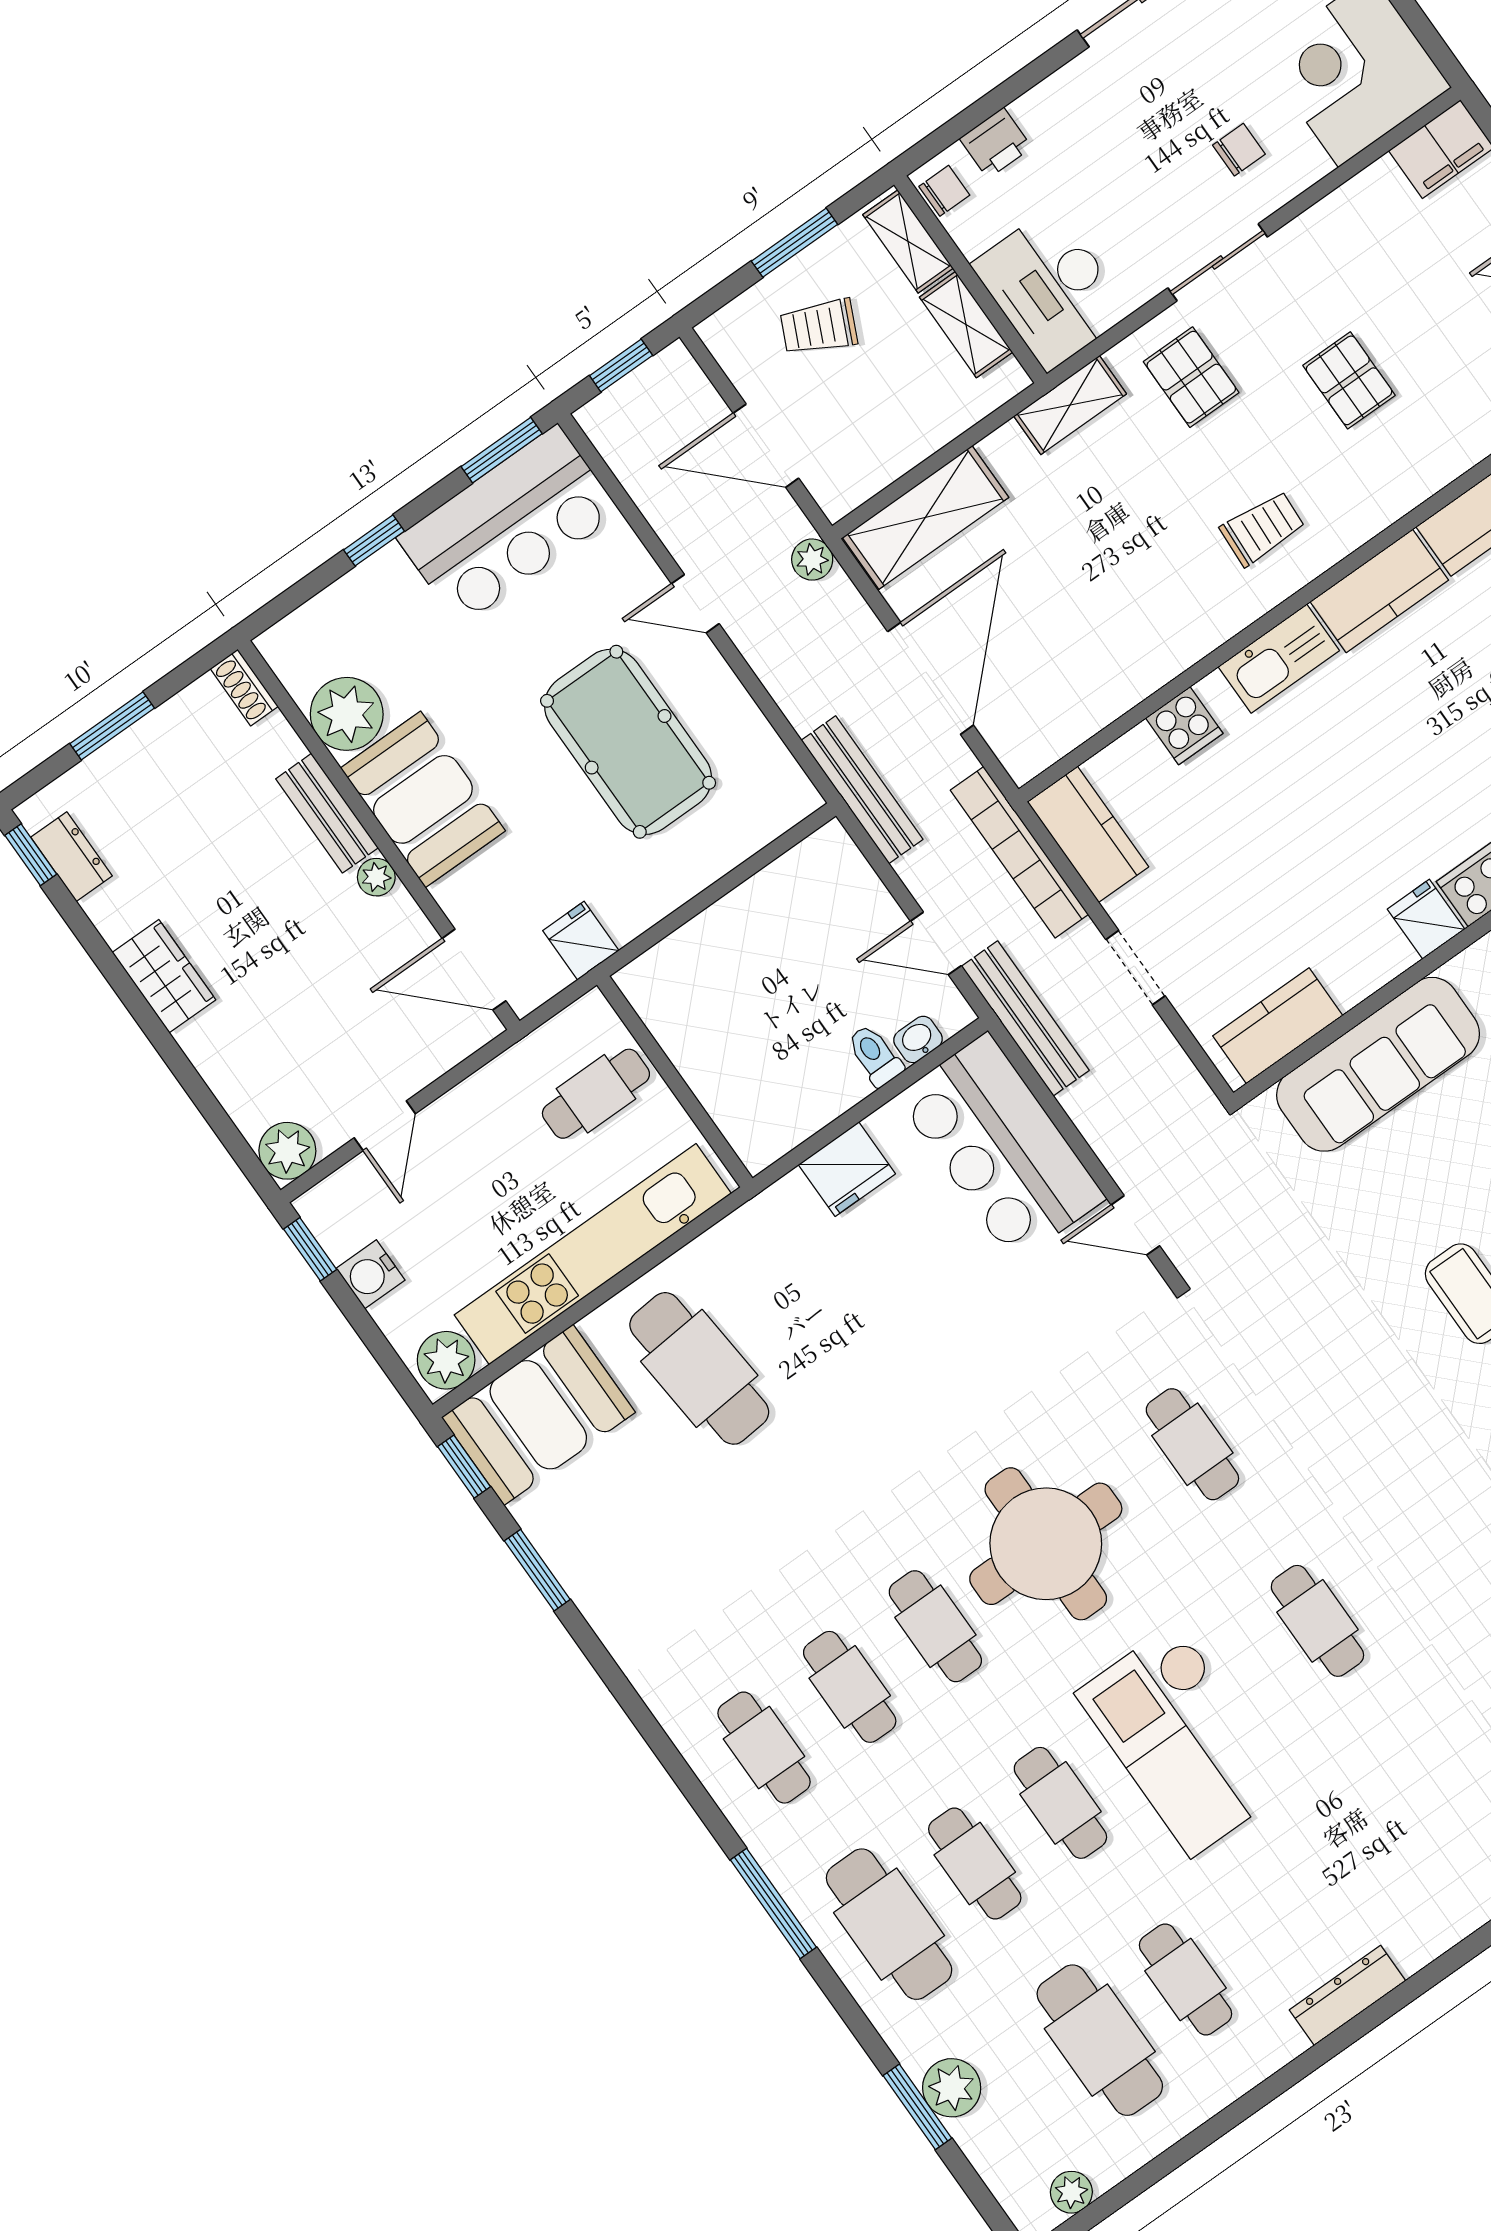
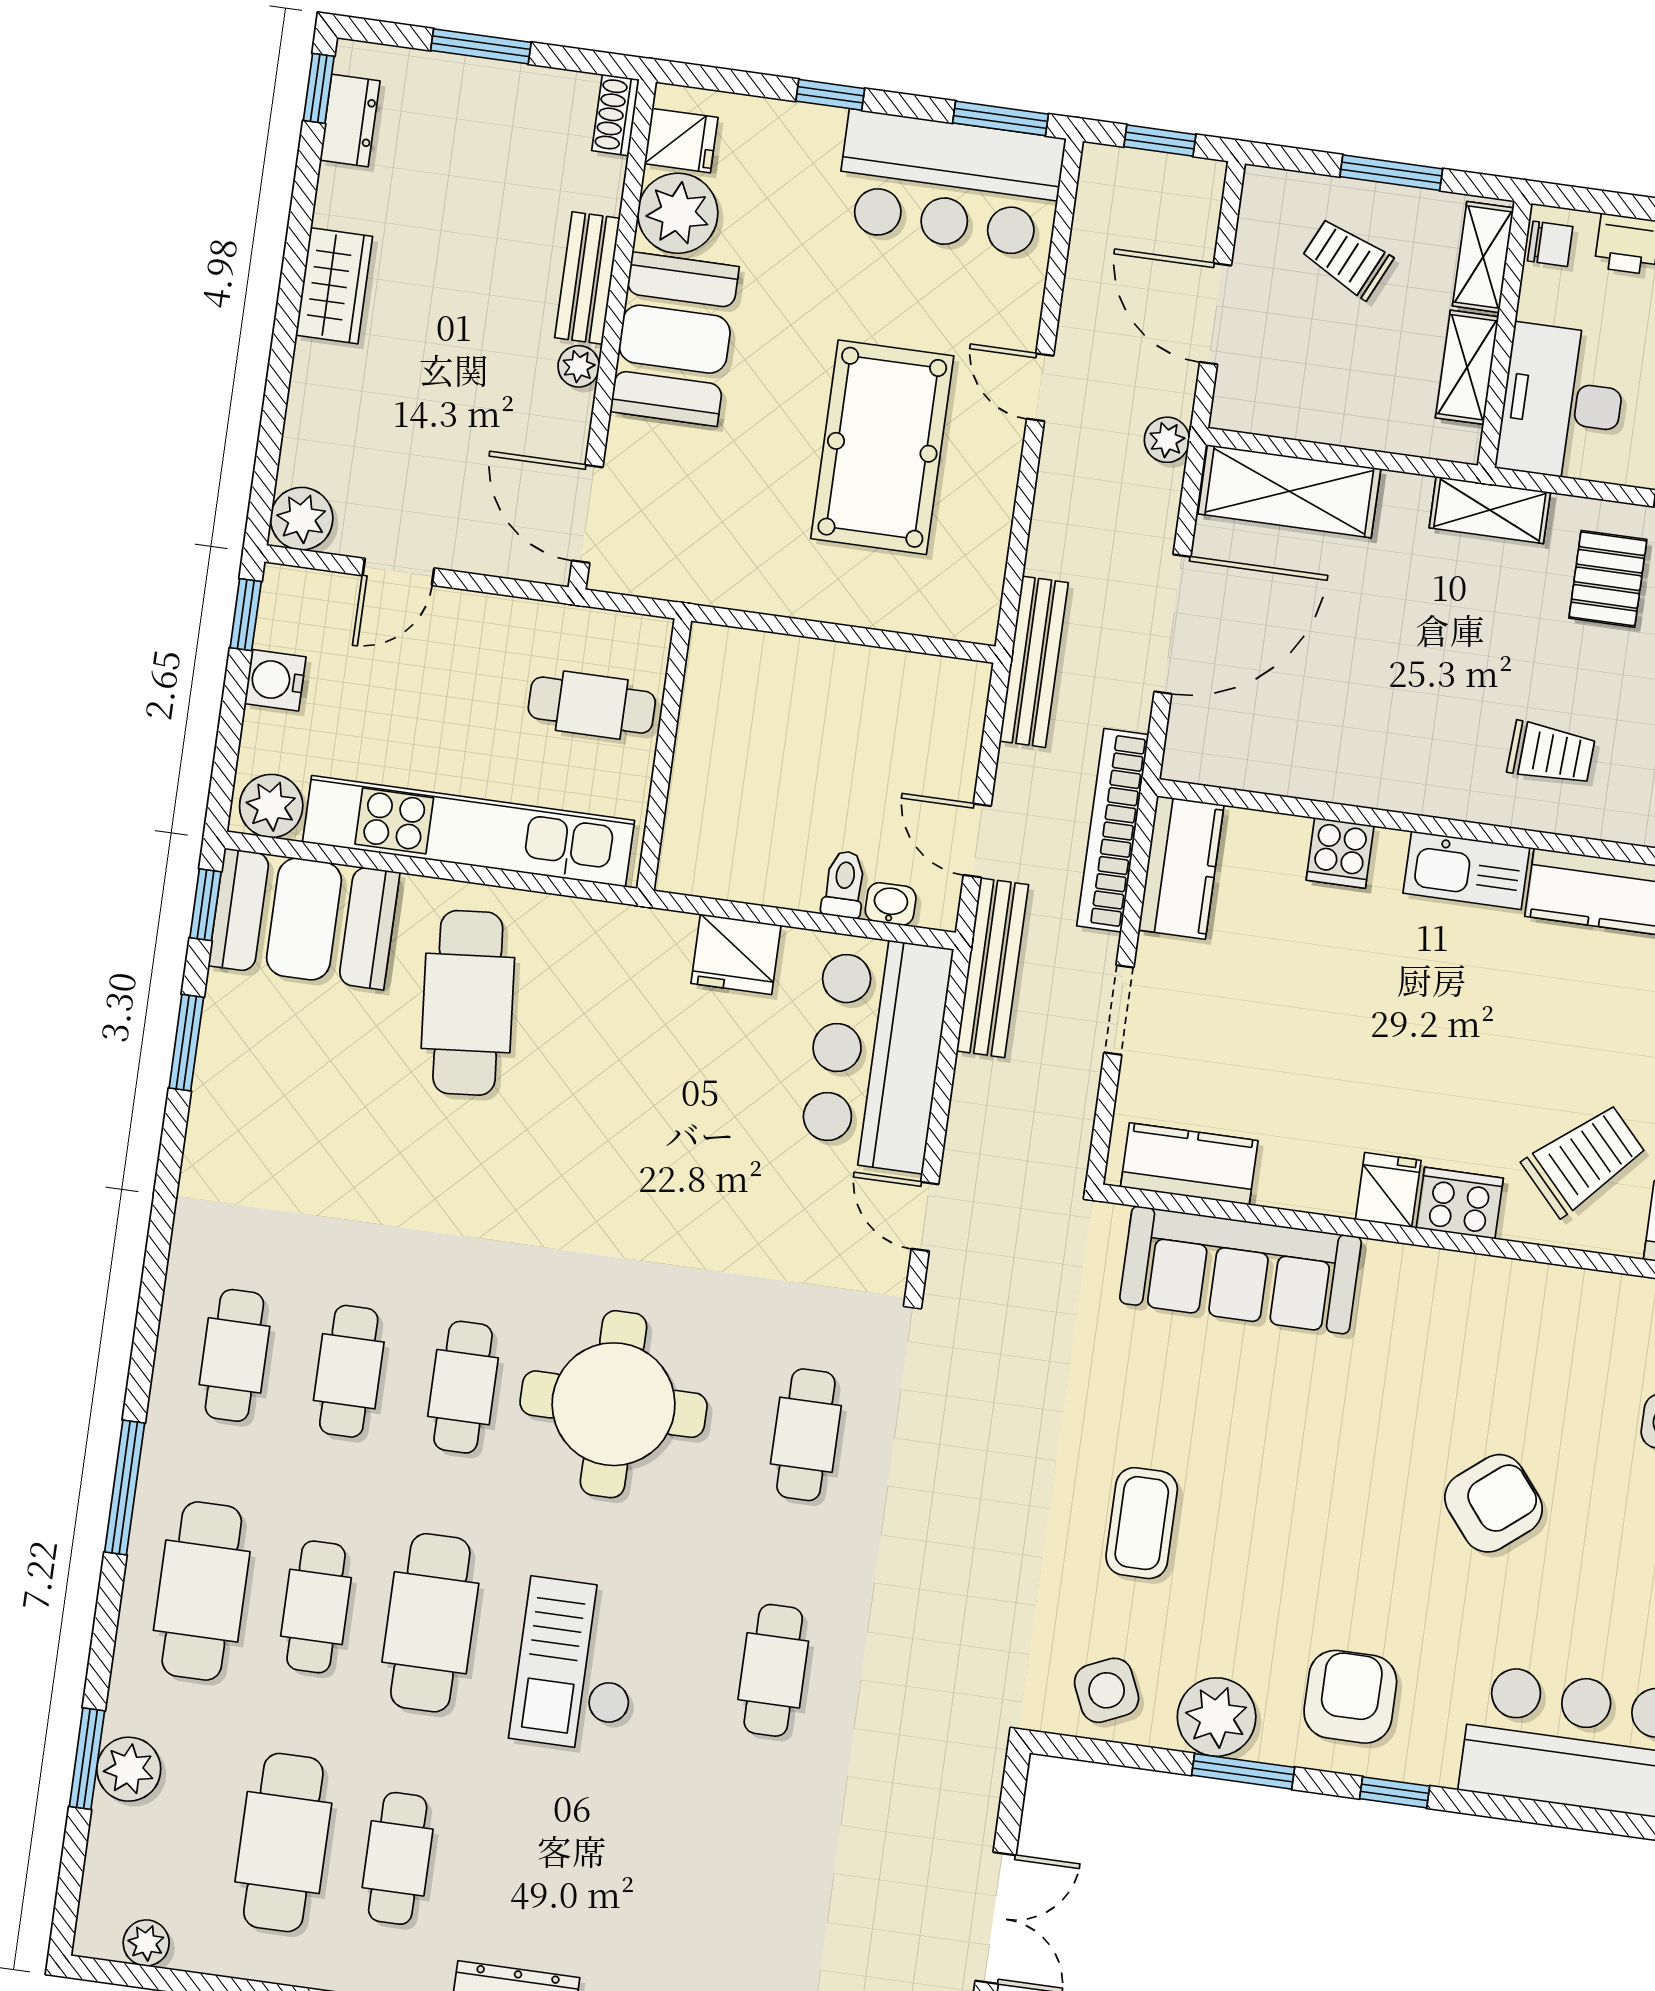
fridge: (581, 941) -> (681, 141), moved, turned 90
checkout: (1184, 1740) -> (577, 1665), width x0.73, depth x0.83
cafe table: (1060, 1803) -> (430, 1623), width x1.37, depth x1.35

